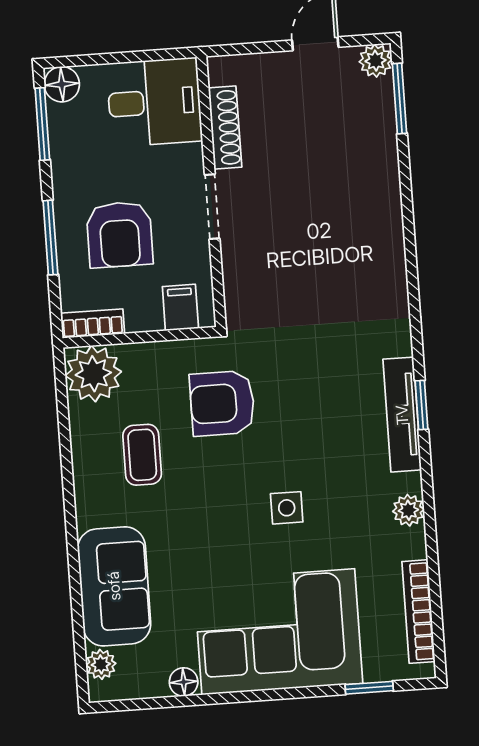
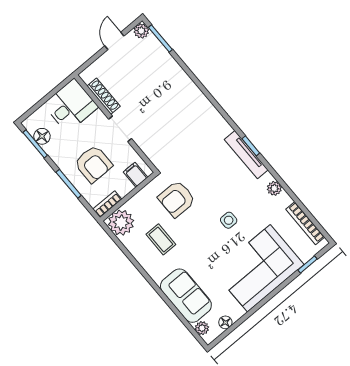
floor lamp: (62, 84) -> (42, 136), moved
floor lamp: (184, 682) -> (225, 322), moved

